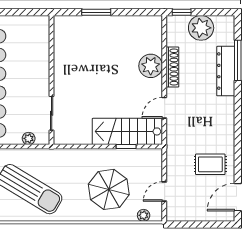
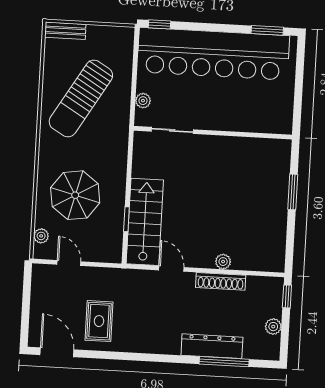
plant: (201, 28) -> (273, 327), width x0.53, depth x0.53
plant: (151, 66) -> (223, 262), width x0.53, depth x0.53

